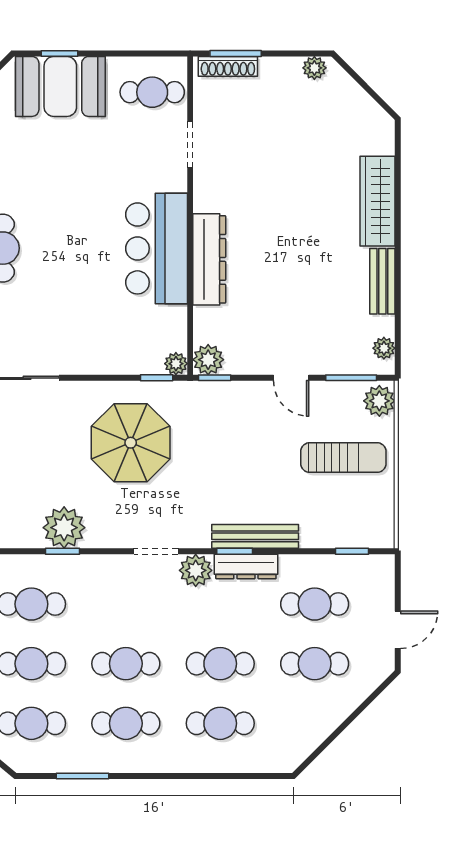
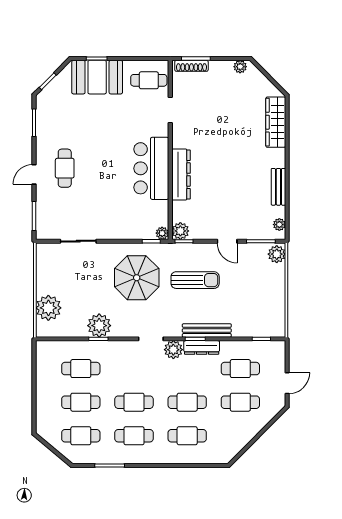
wardrobe: (378, 201) -> (276, 122), moved
sun lounger: (343, 458) -> (195, 280), moved

